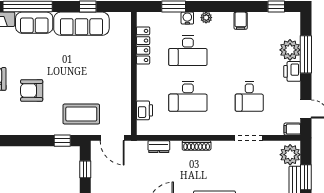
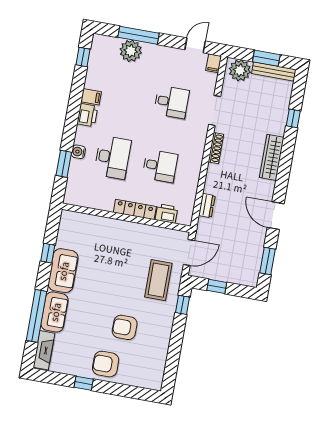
plant: (206, 18) -> (81, 132), removed
sofa: (81, 24) -> (63, 271), width x0.73
locker: (143, 45) -> (135, 209), moved
printer: (292, 71) -> (87, 115), moved, turned -90
armchair: (32, 91) -> (125, 327), turned 90
desk: (188, 96) -> (160, 166), width x0.73
shoe rack: (197, 145) -> (216, 148), moved

